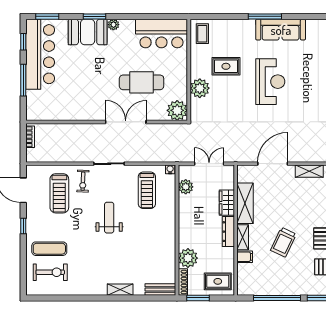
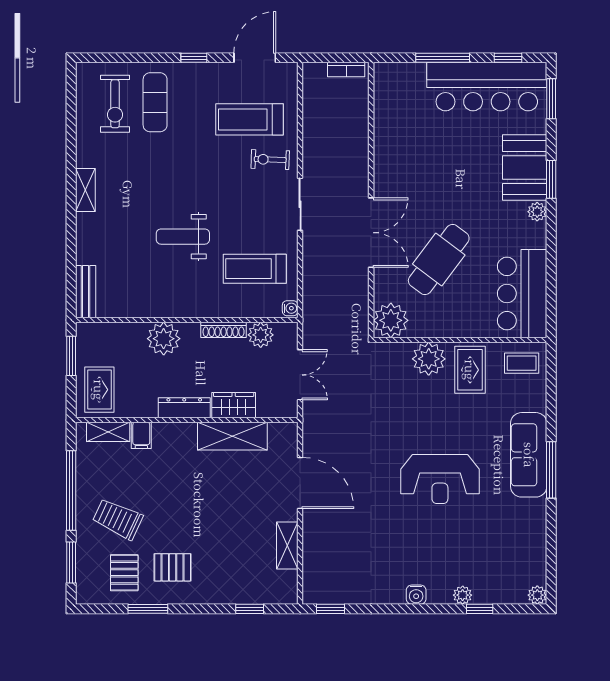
sofa: (281, 30) -> (529, 455), moved
rug: (226, 66) -> (470, 370), moved
cafe table: (142, 82) -> (439, 260), turned 37
weight bench: (109, 218) -> (183, 237), moved, turned 180
shelving: (243, 237) -> (108, 432), moved
trolley: (283, 242) -> (118, 519), moved
plant: (188, 258) -> (164, 339), moved
shoe rack: (183, 282) -> (224, 330), moved
shelving: (120, 290) -> (85, 190), moved

